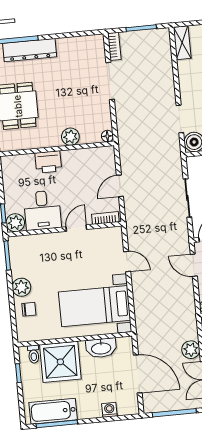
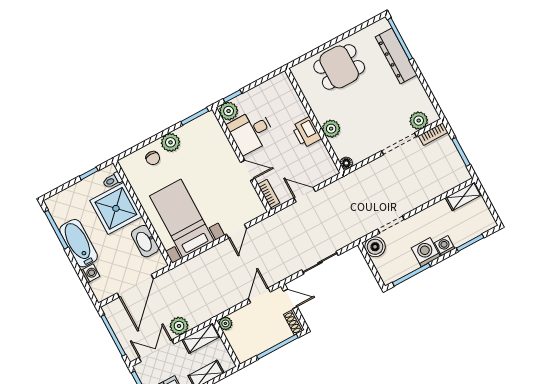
plant: (97, 54) -> (419, 121), added
printer: (48, 162) -> (306, 132), moved
bathtub: (53, 411) -> (79, 243), moved

